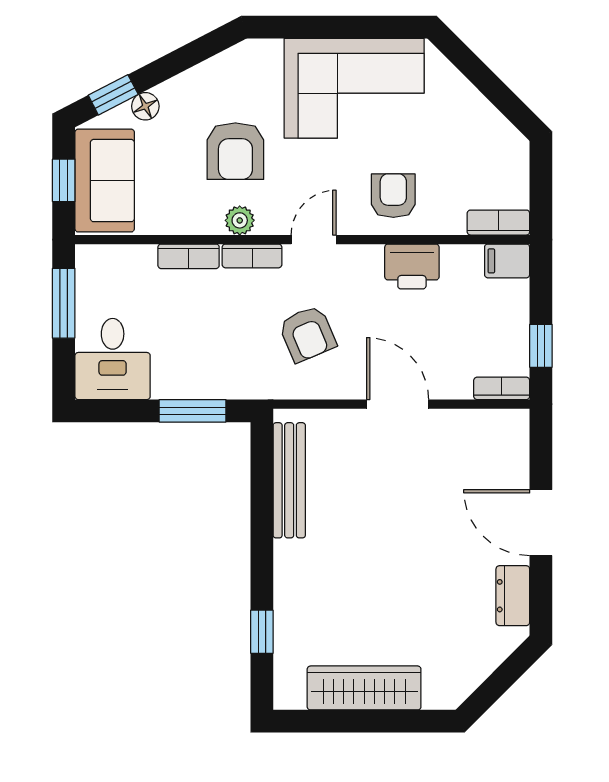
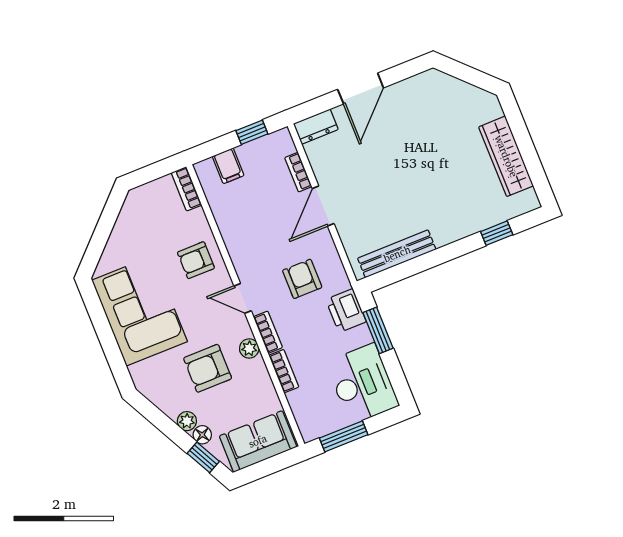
plant: (173, 93) -> (187, 421), added
armchair: (235, 151) -> (208, 368), turned 180
window: (64, 180) -> (268, 467), removed
filing cabinet: (507, 261) -> (228, 166), moved
printer: (412, 266) -> (346, 311), moved, turned 180
armchair: (307, 334) -> (302, 279), turned -67
desk: (113, 359) -> (362, 384), width x1.37
bookcase: (502, 388) -> (298, 172), moved
dresser: (513, 596) -> (316, 127), moved

